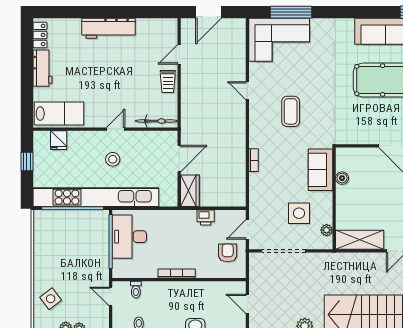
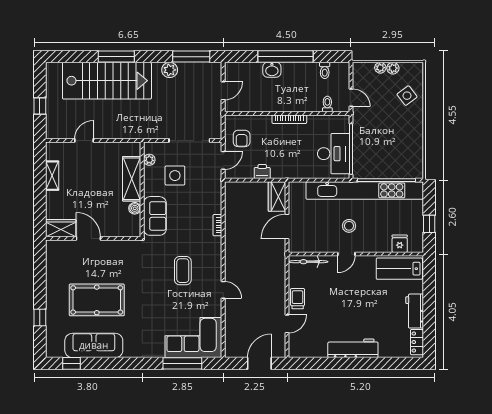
shelving: (360, 240) -> (132, 179), moved, turned 90
door: (247, 304) -> (223, 91), hinge flipped

